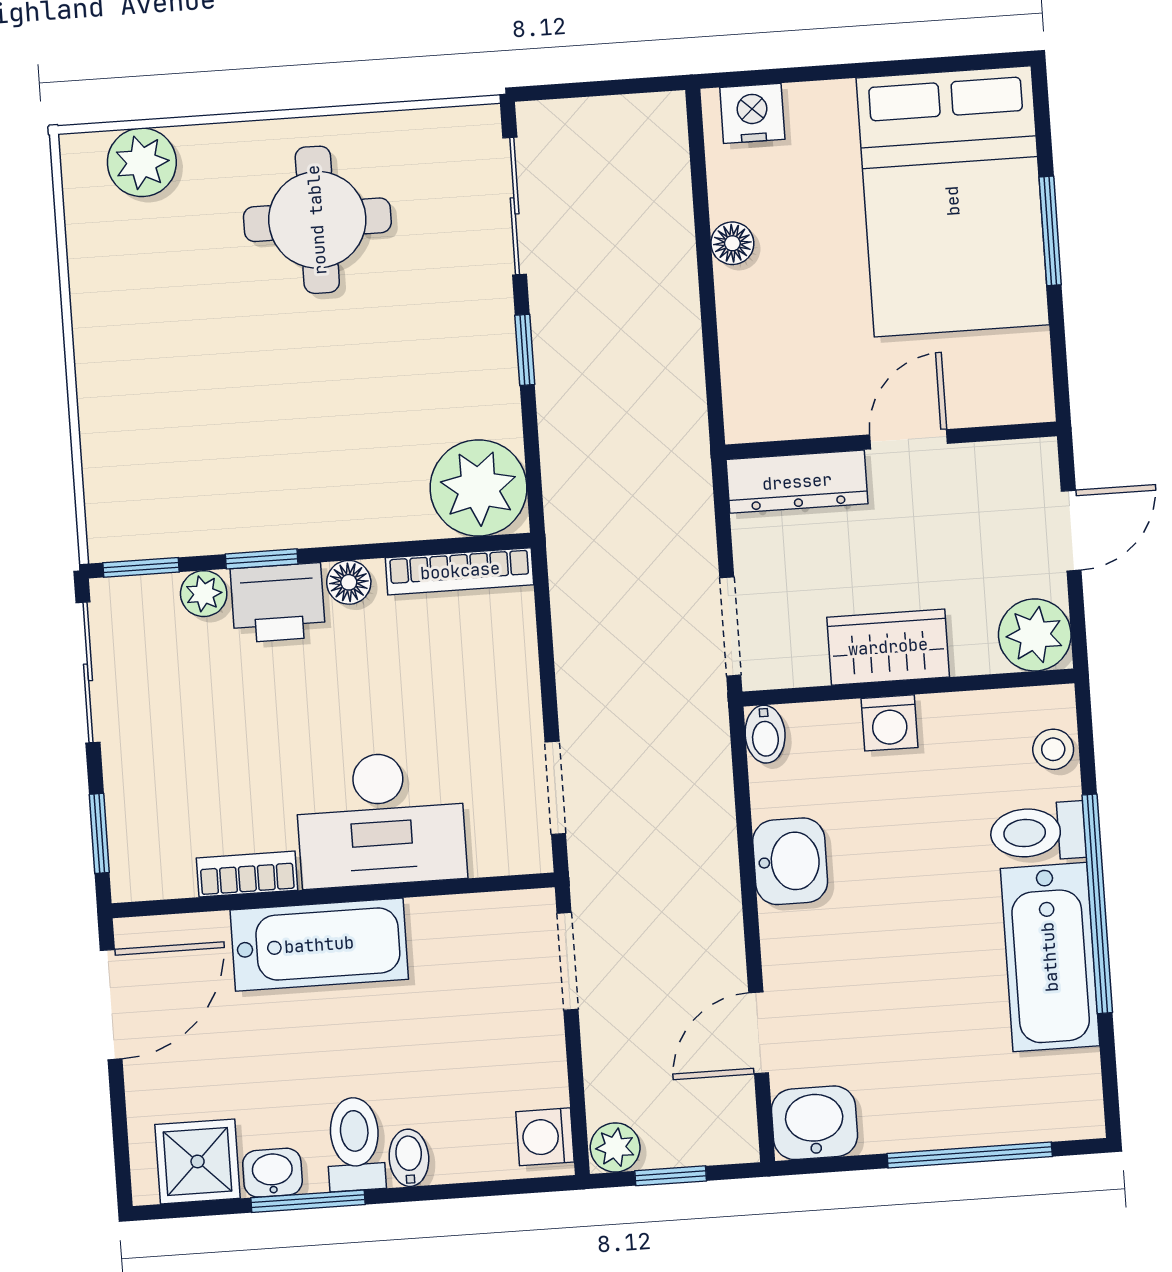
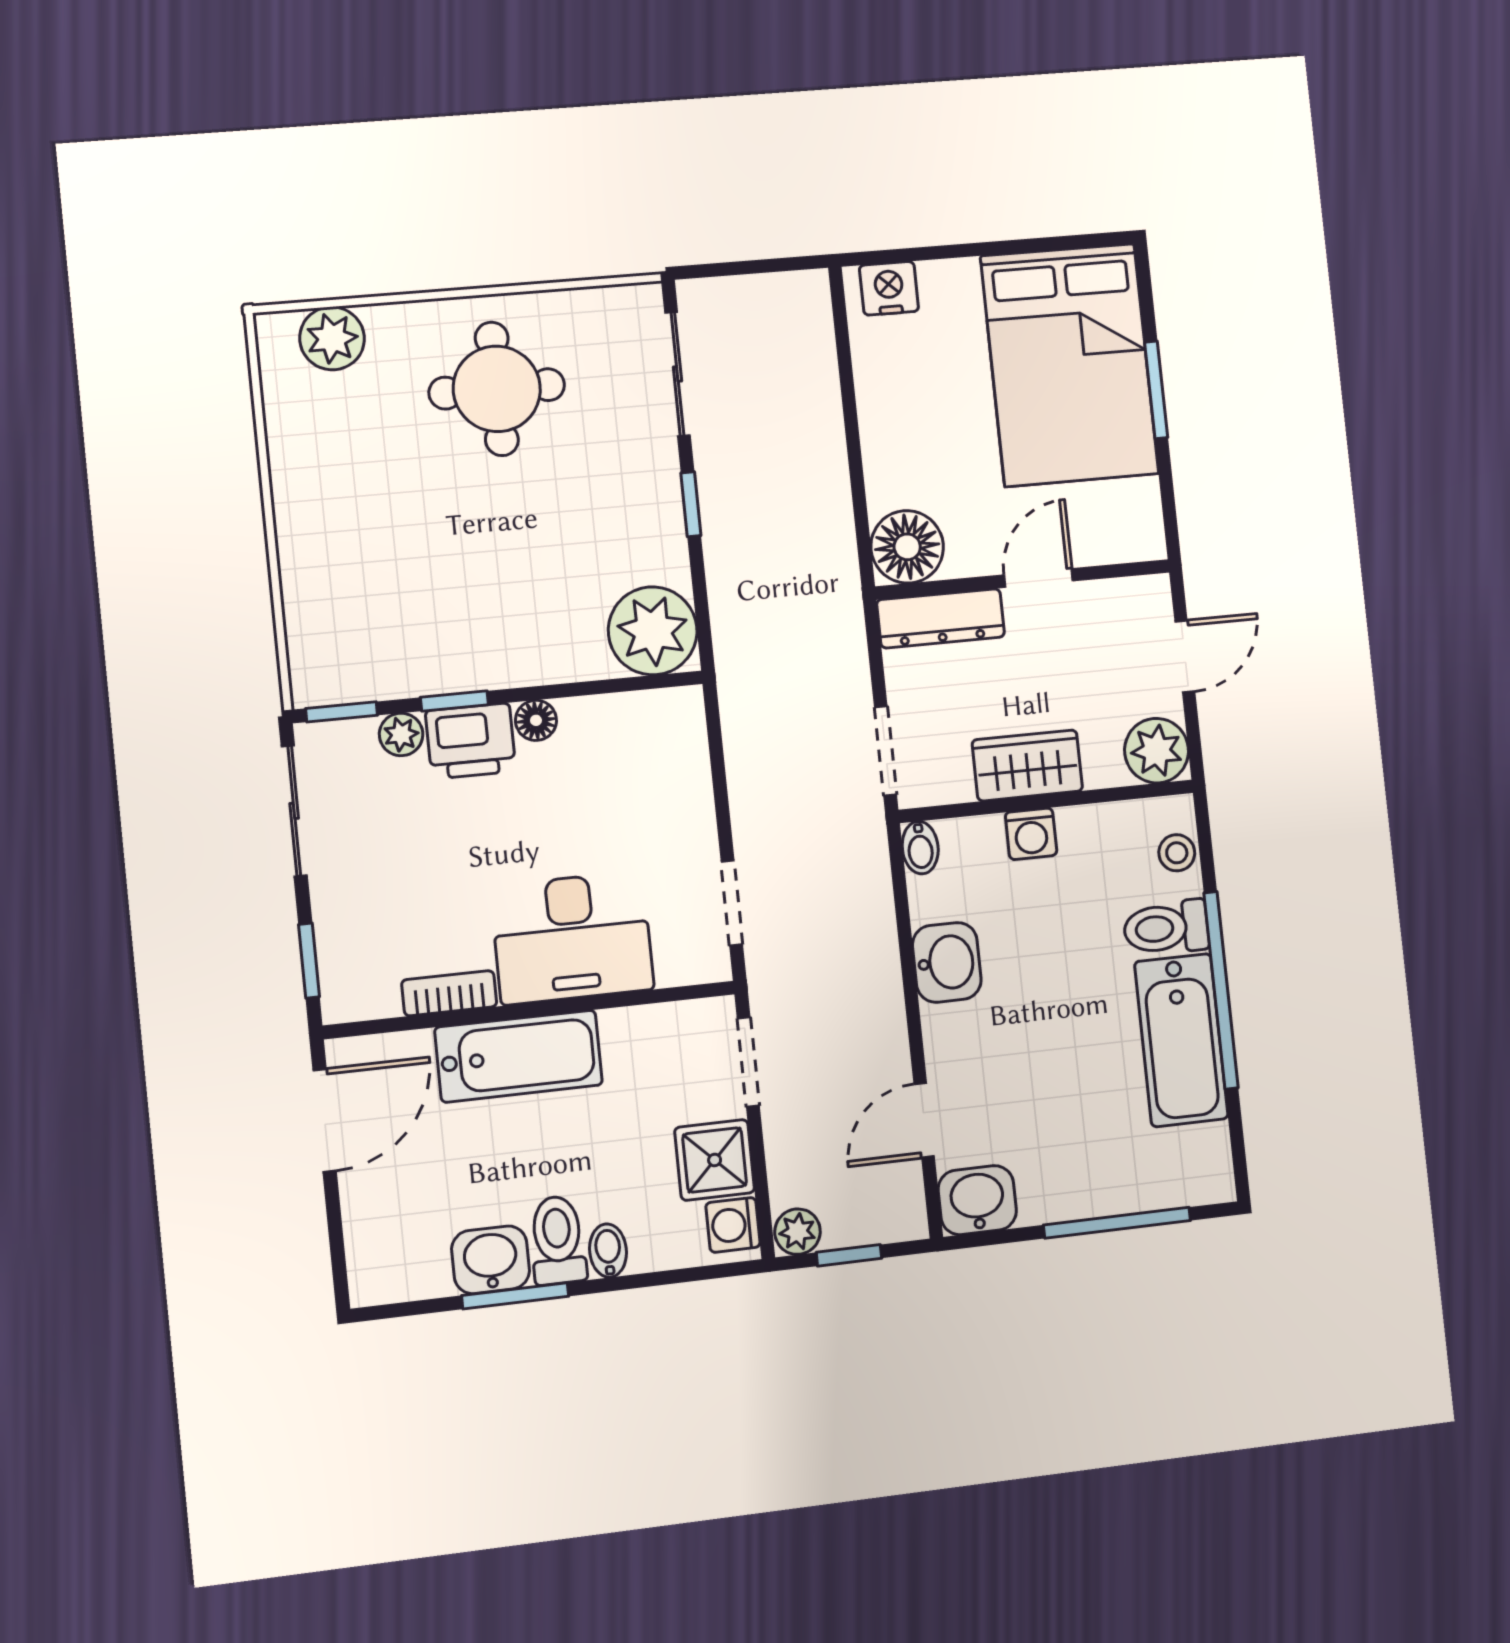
floor lamp: (732, 243) -> (907, 547), moved, width x1.89, depth x1.89
bookcase: (460, 571) -> (638, 707), removed
shower: (198, 1161) -> (715, 1160), moved
washbasin: (272, 1173) -> (491, 1260), width x1.38, depth x1.45

